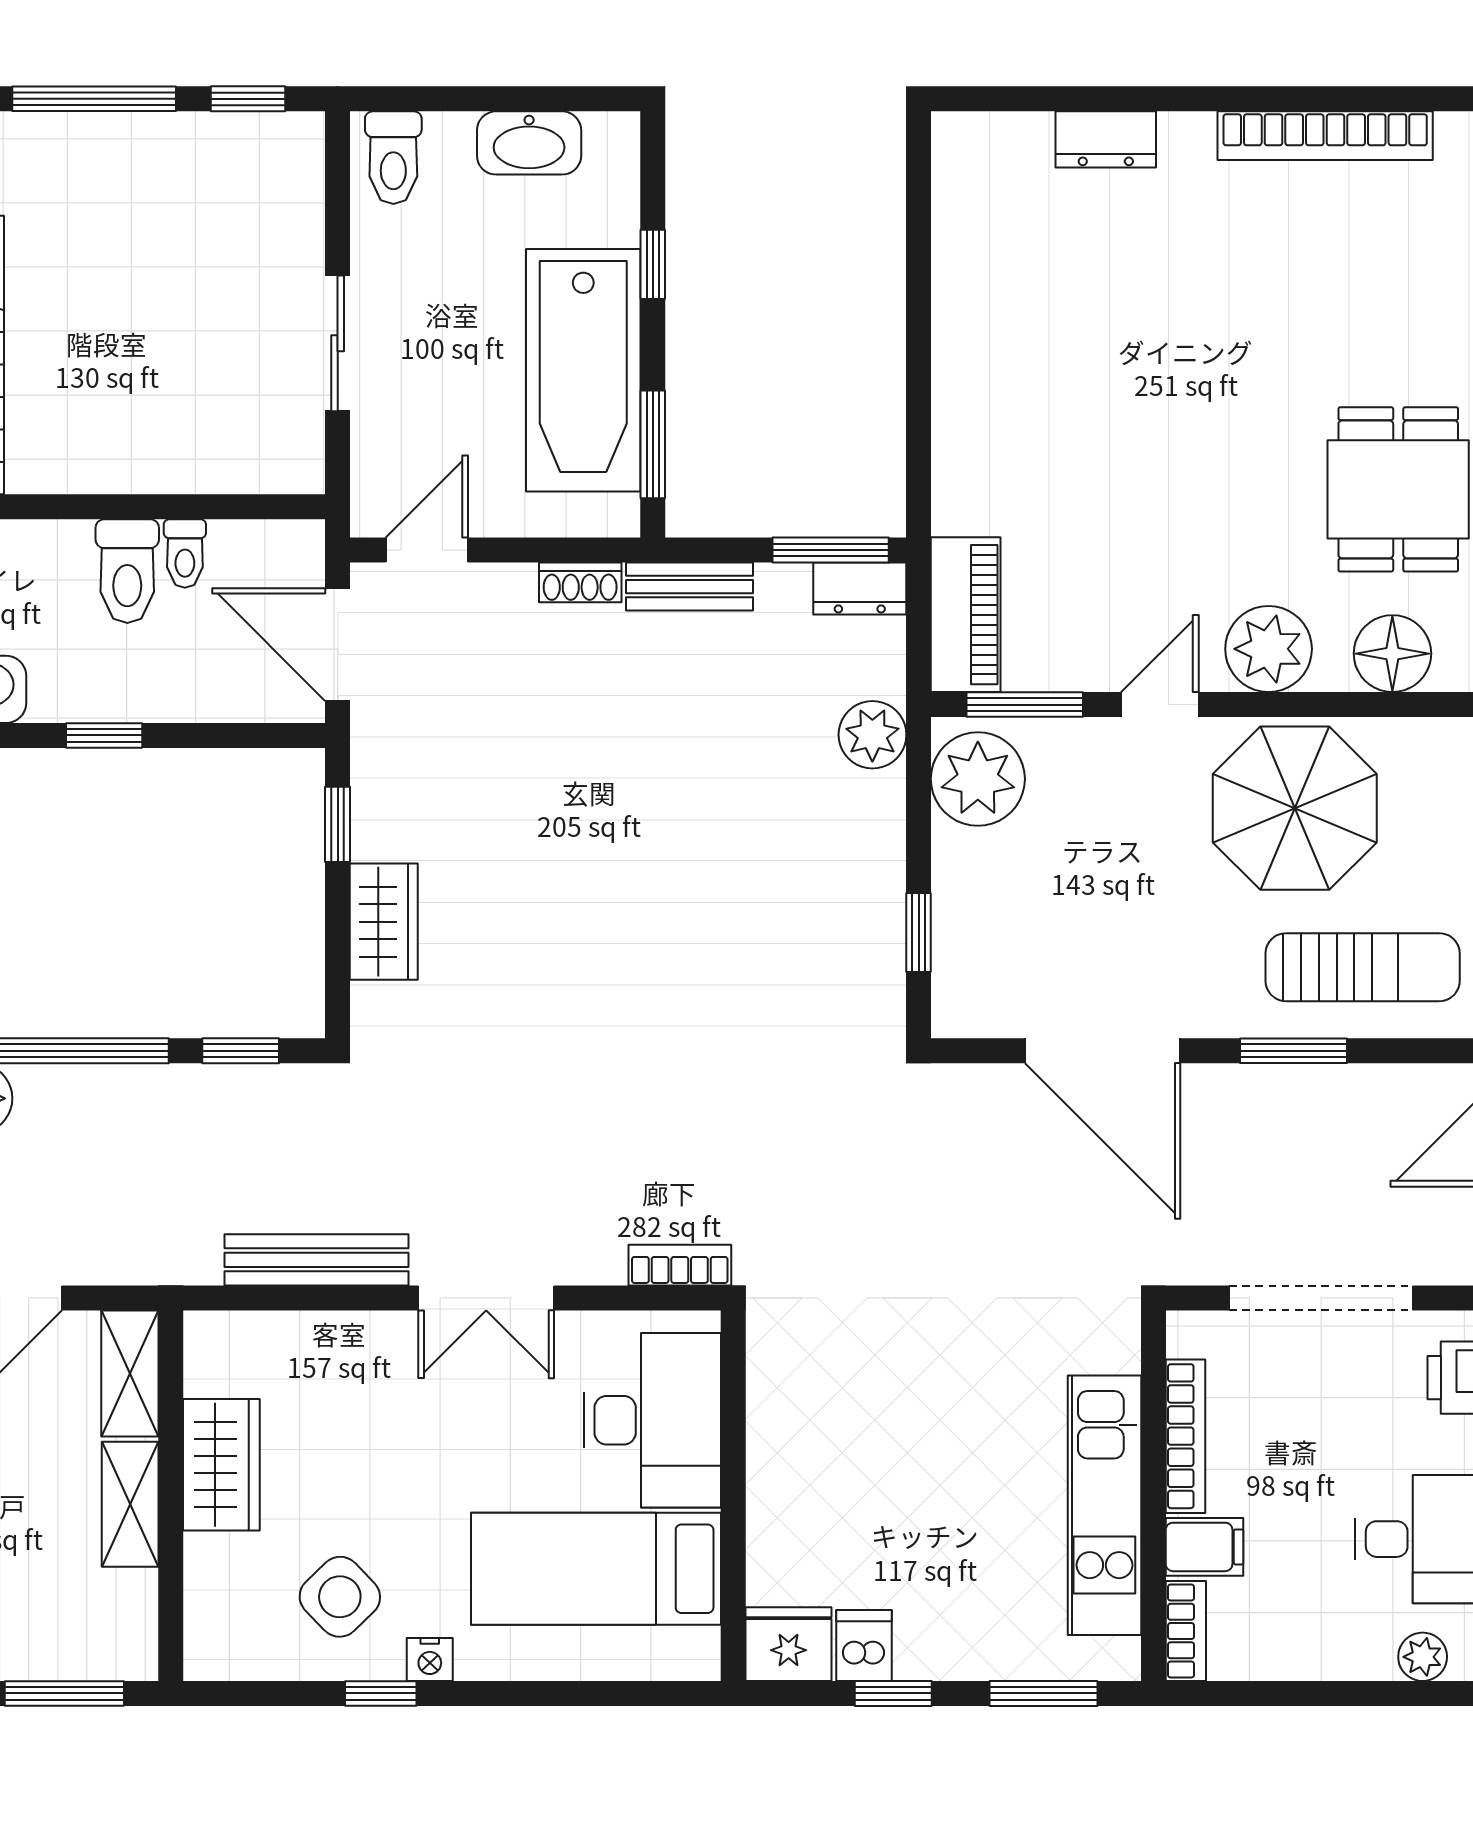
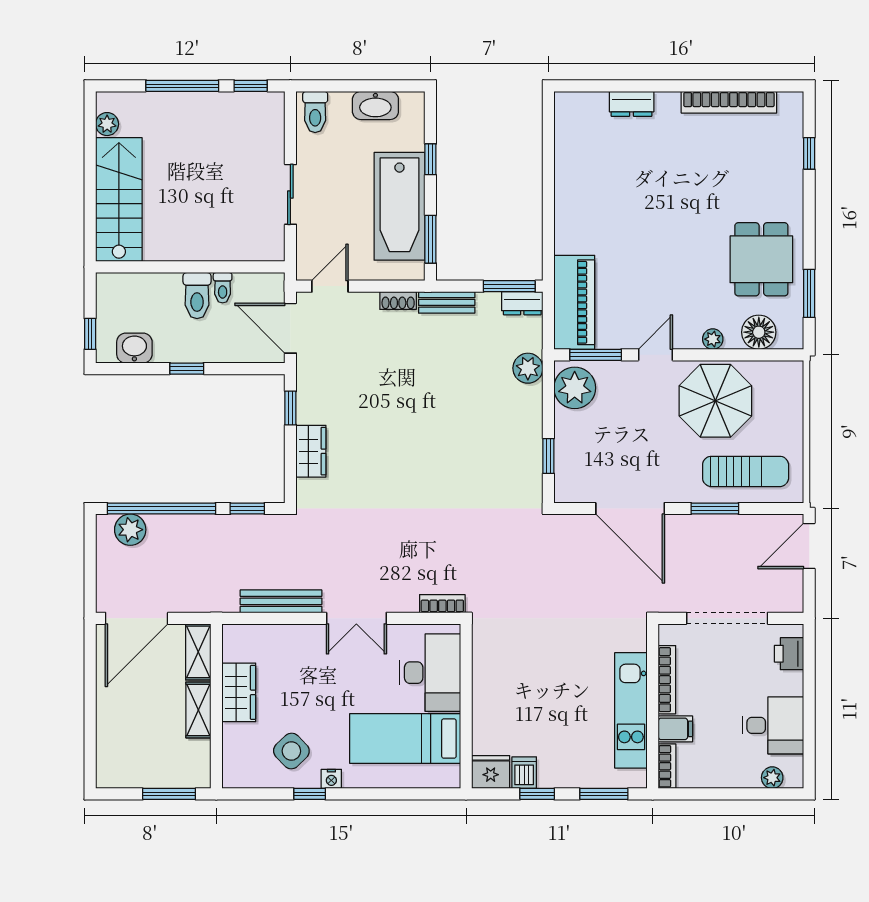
piano: (966, 615) -> (574, 302), width x1.37, depth x1.33
plant: (1269, 649) -> (713, 339), width x0.53, depth x0.53

